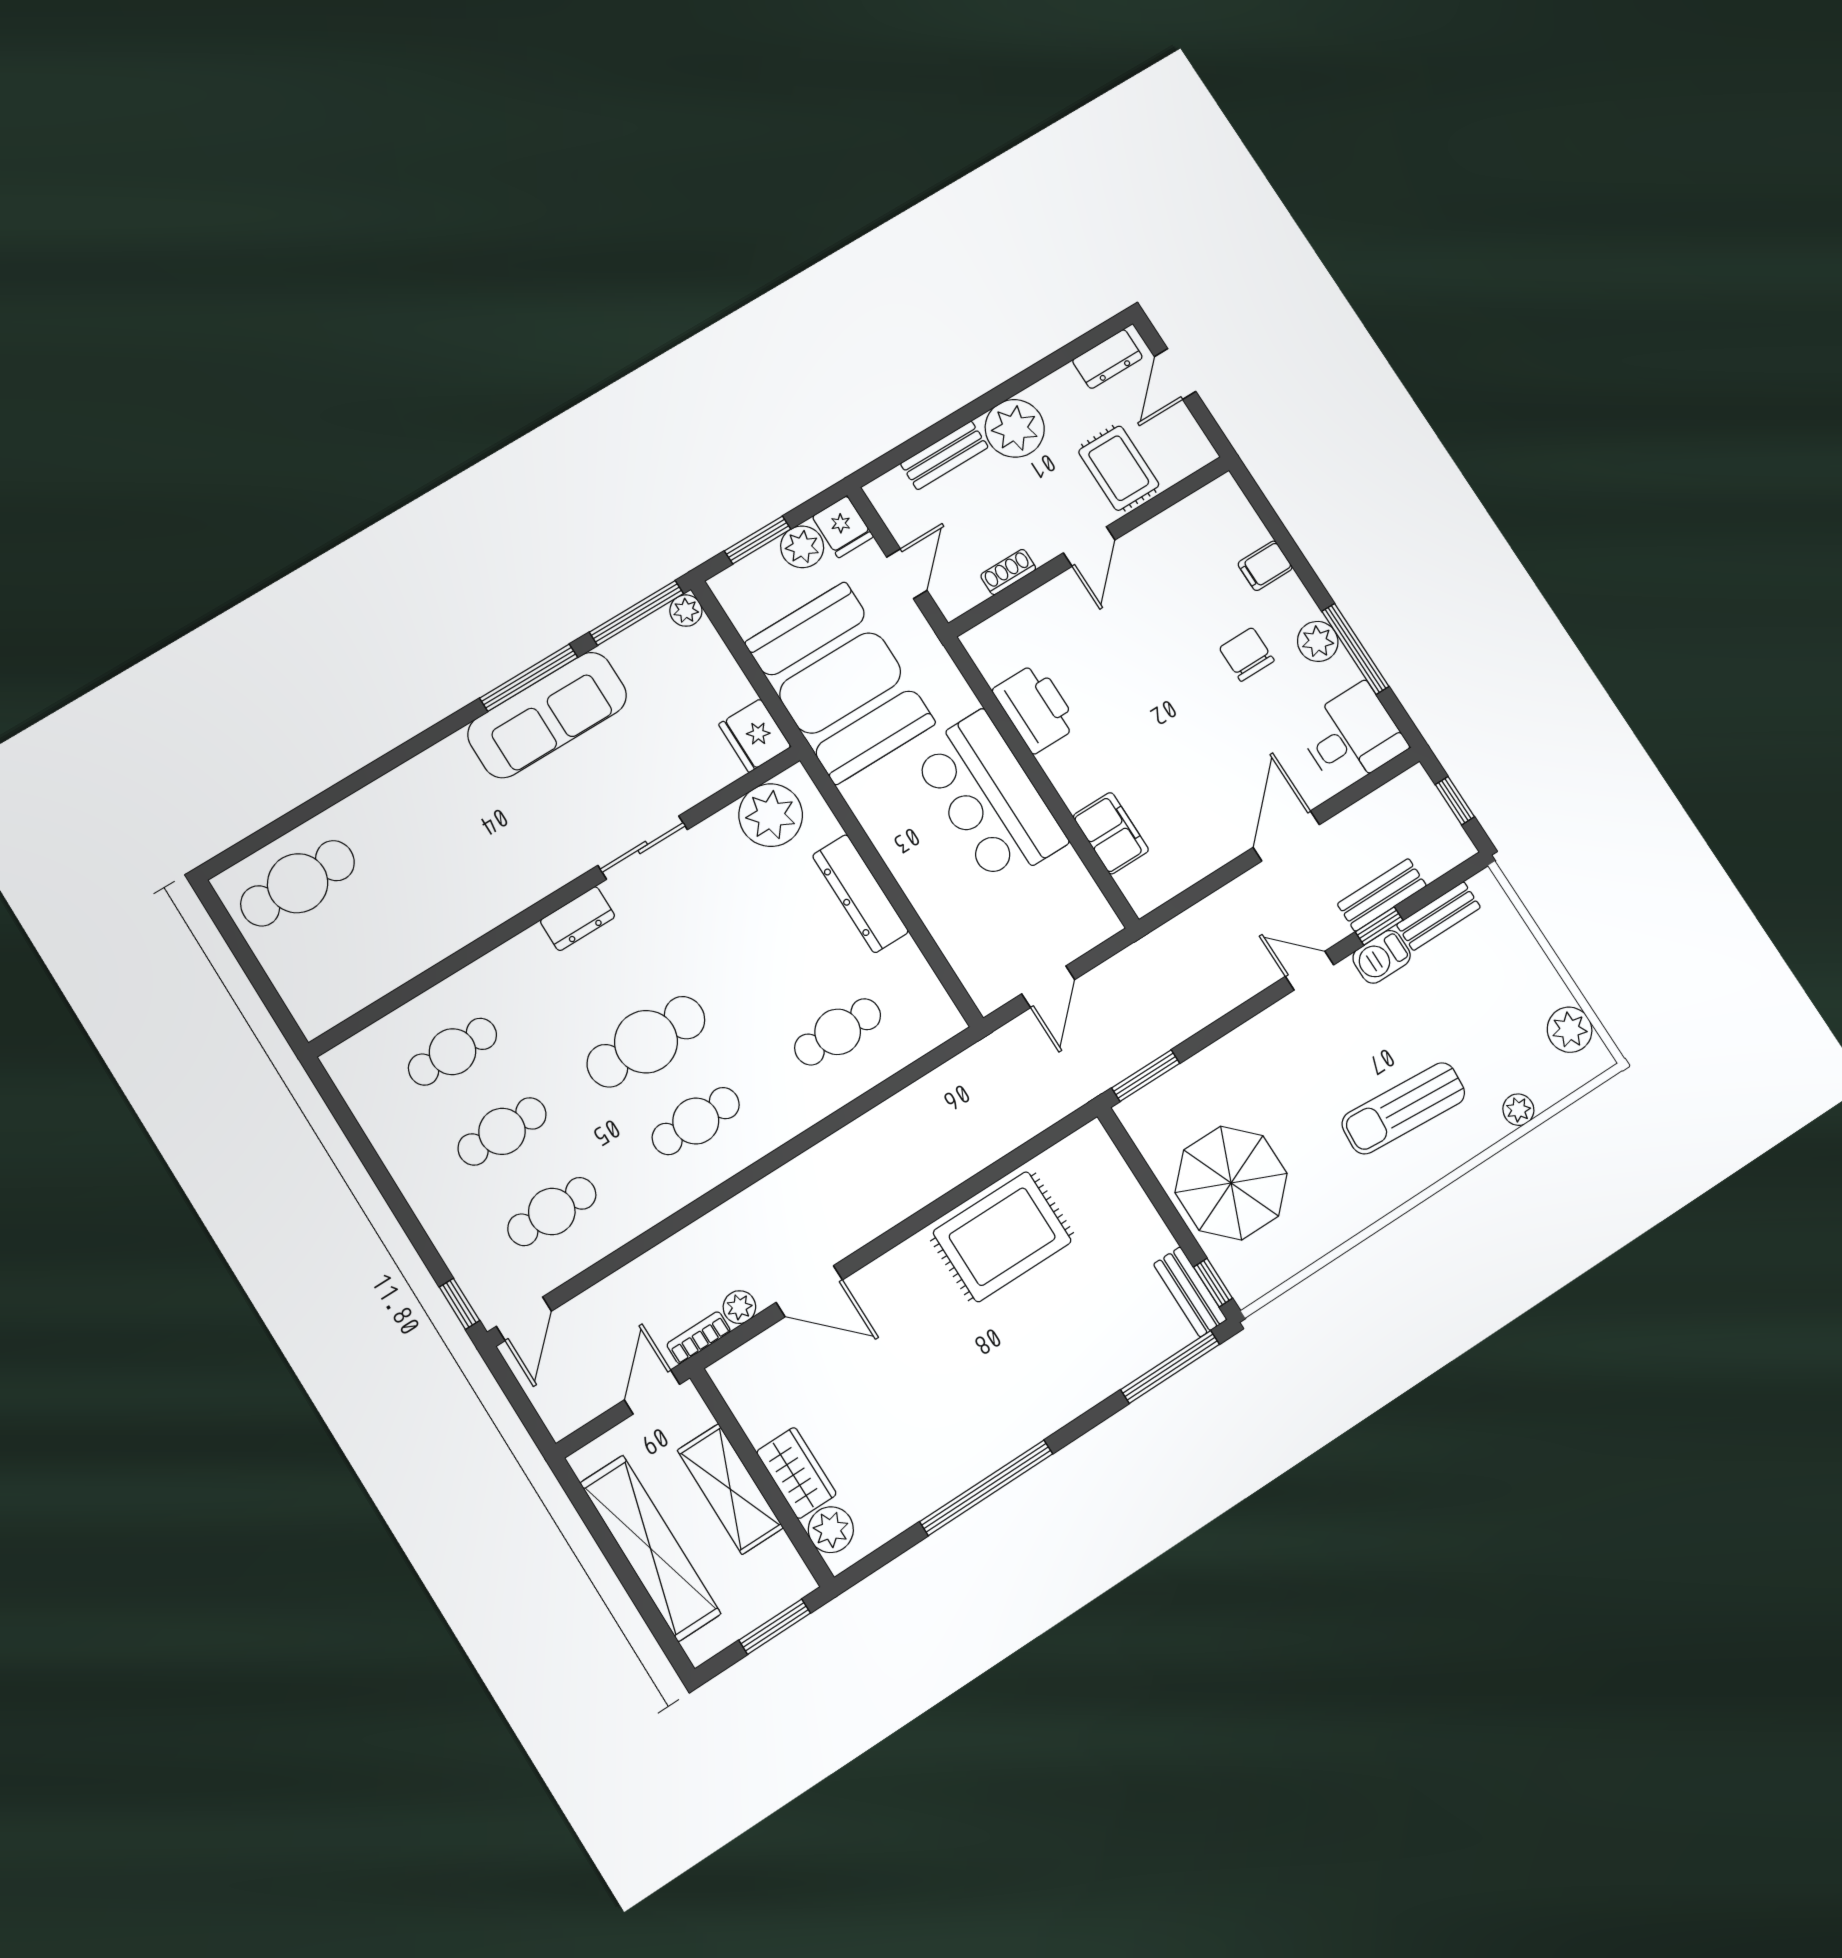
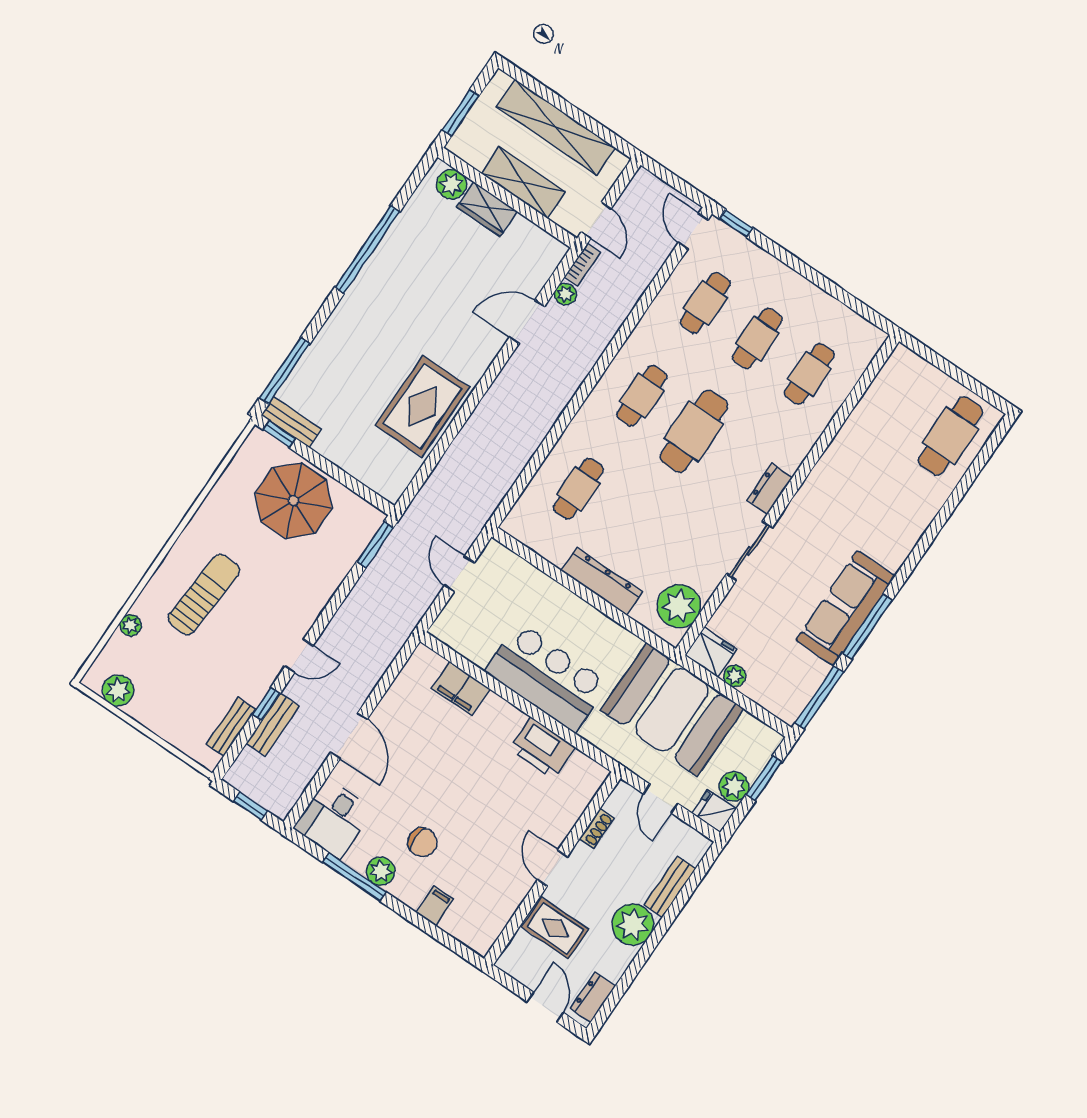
plant: (686, 611) -> (735, 676), moved
barbecue: (1382, 957) -> (257, 685), removed

